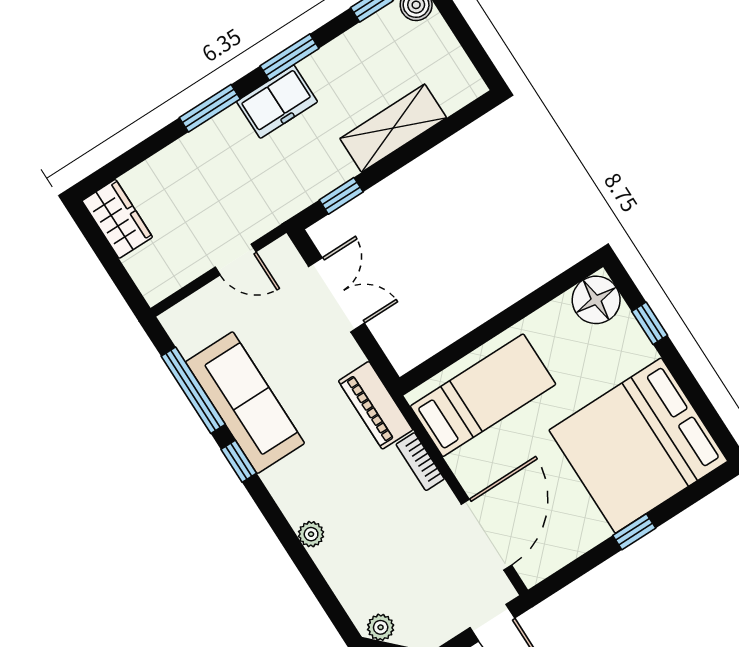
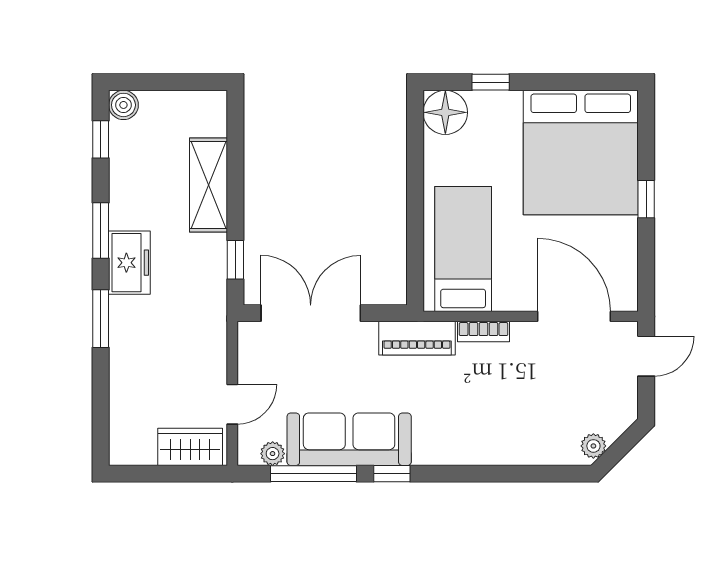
wardrobe: (117, 219) -> (190, 447), moved
door: (236, 259) -> (232, 404), moved
double door: (337, 295) -> (311, 313), width x1.37
plant: (311, 534) -> (273, 454), moved

